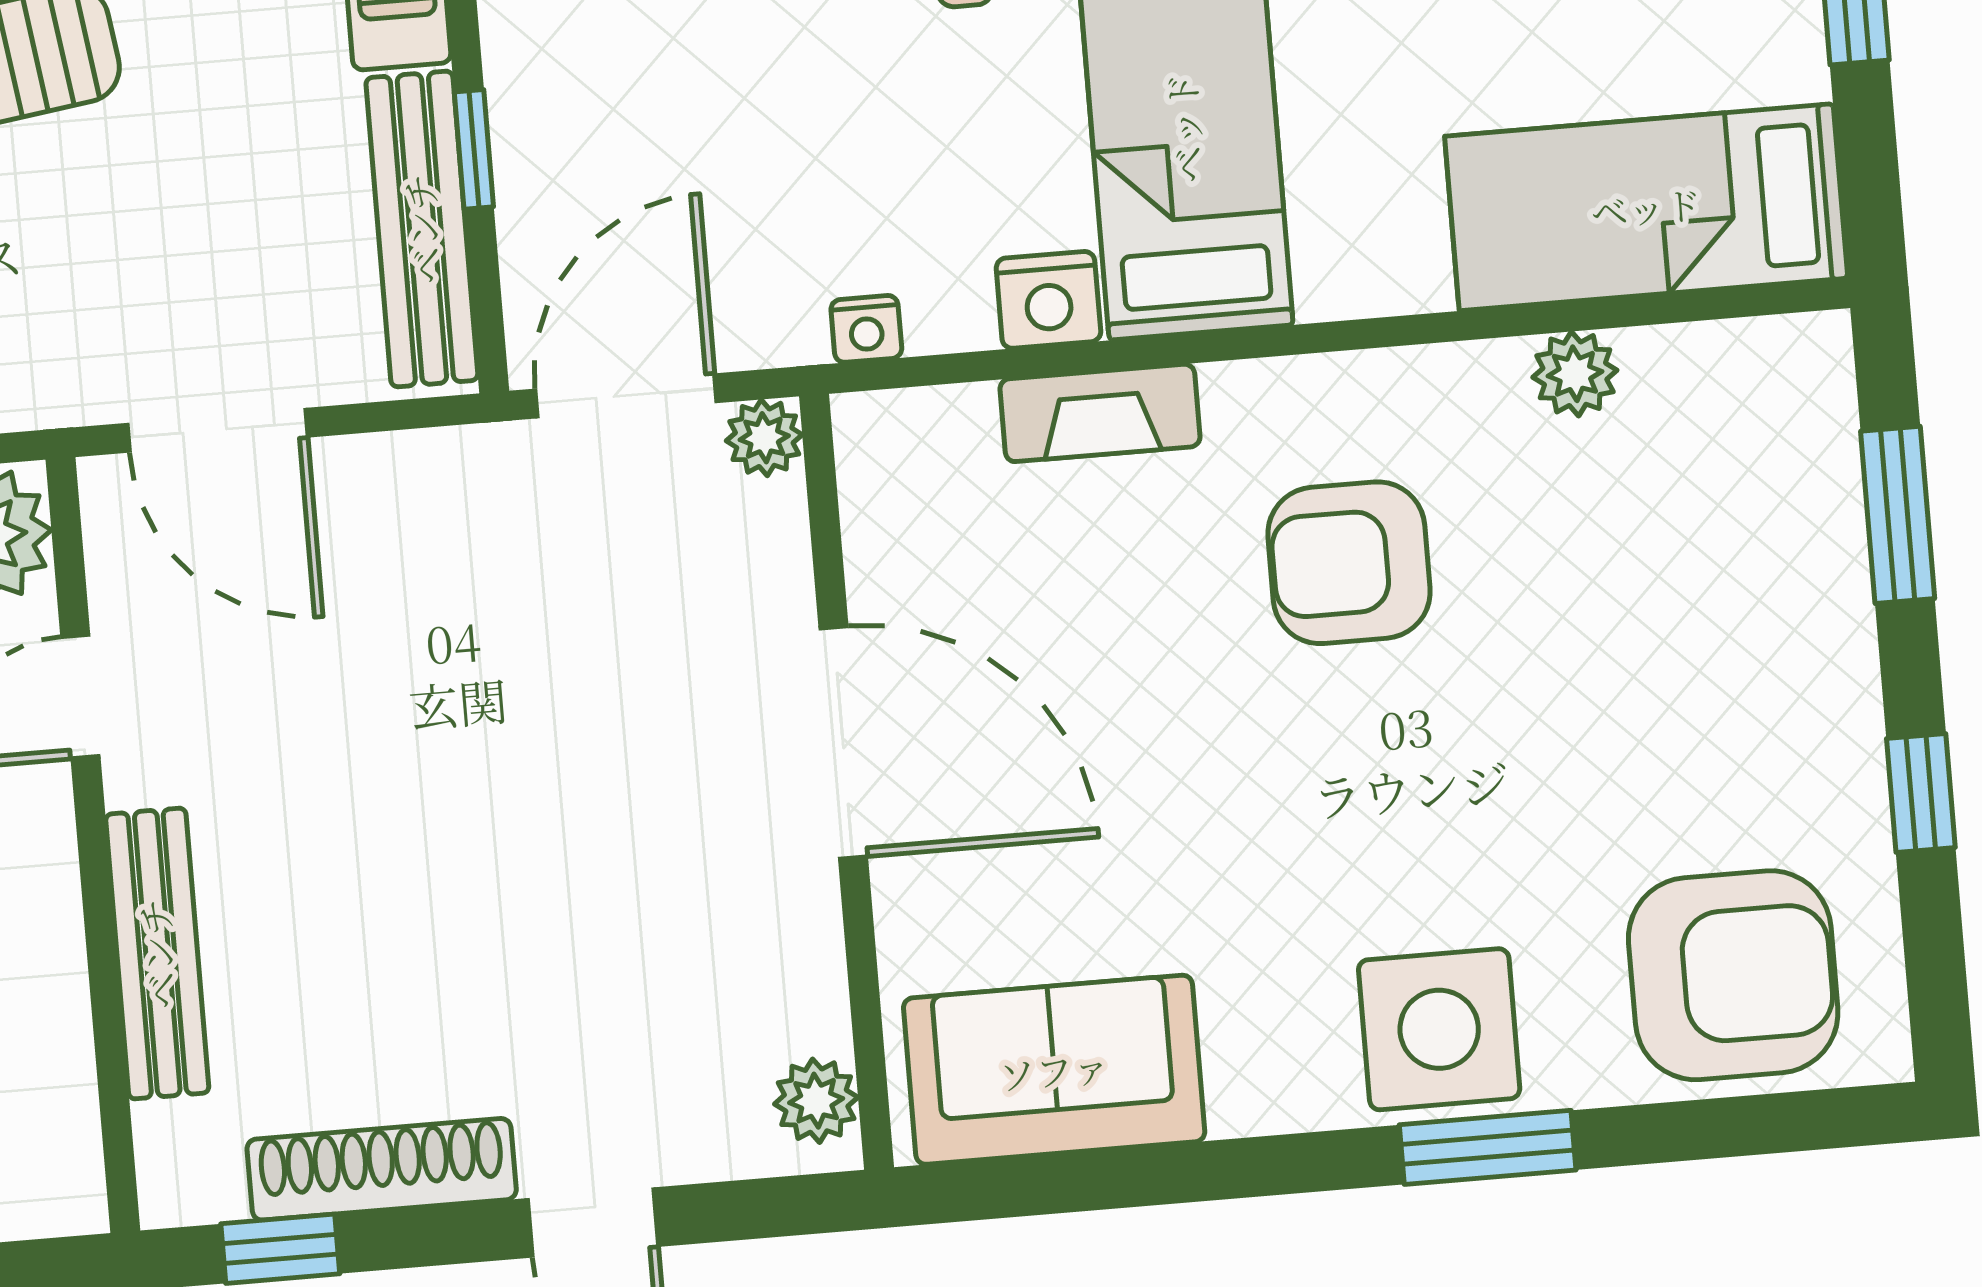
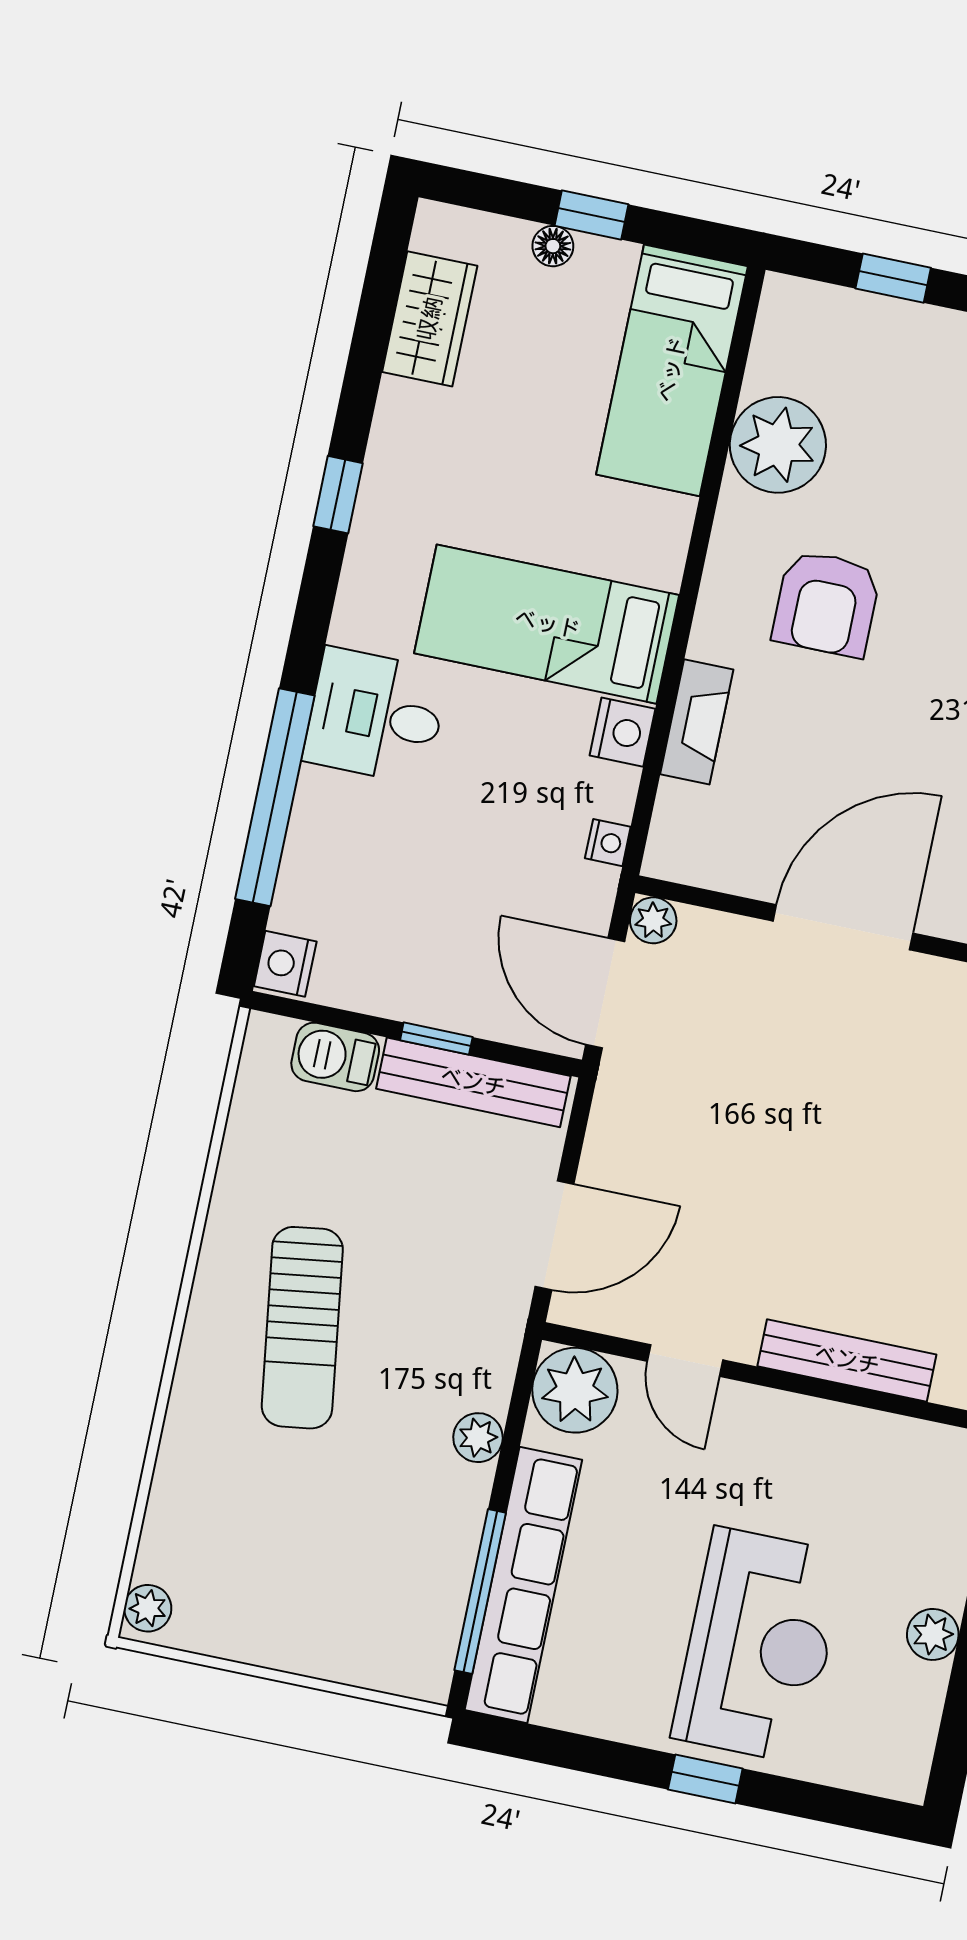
plant: (1575, 374) -> (778, 445), width x1.87, depth x1.87
window: (1898, 515) -> (893, 278), width x0.67

